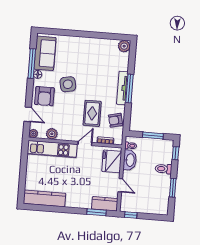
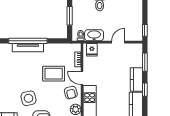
window: (130, 89) -> (28, 41), width x1.46
armchair: (116, 120) -> (71, 93), moved
fridge: (112, 161) -> (92, 50), width x0.53, depth x0.75
kitchen counter: (105, 204) -> (136, 79), moved
window: (67, 210) -> (145, 90), added

